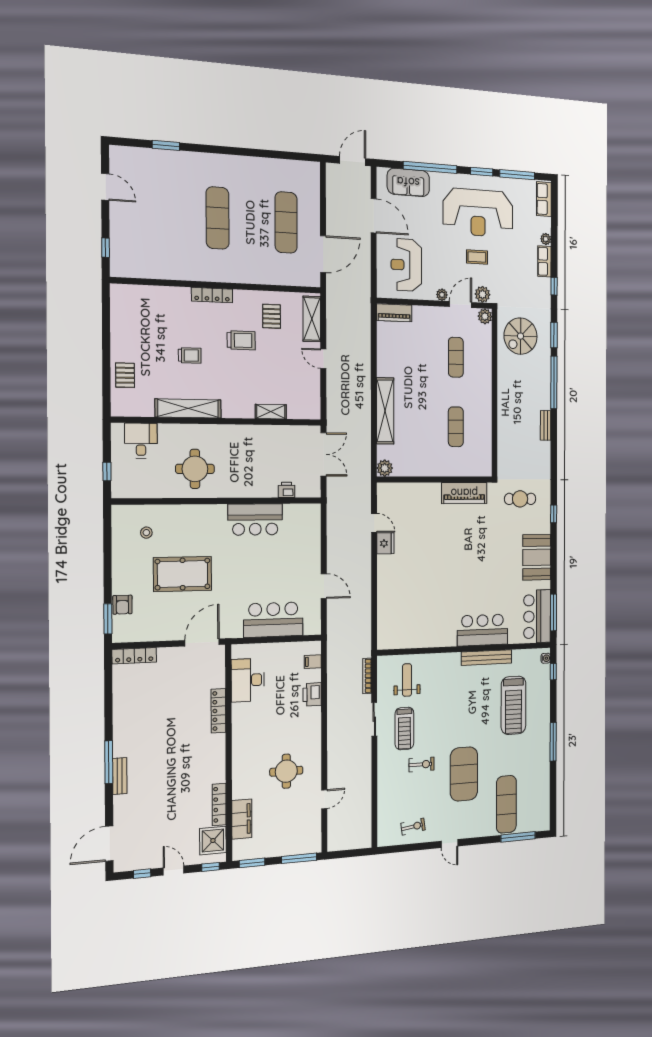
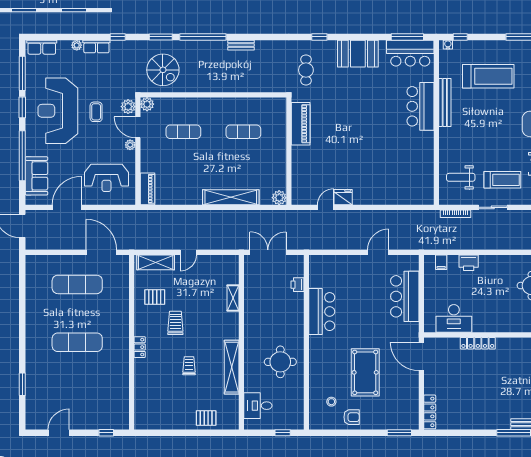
reception desk: (478, 213) -> (58, 111), turned 180
locker: (212, 295) -> (140, 347), width x0.66
armchair: (122, 605) -> (352, 417), moved

